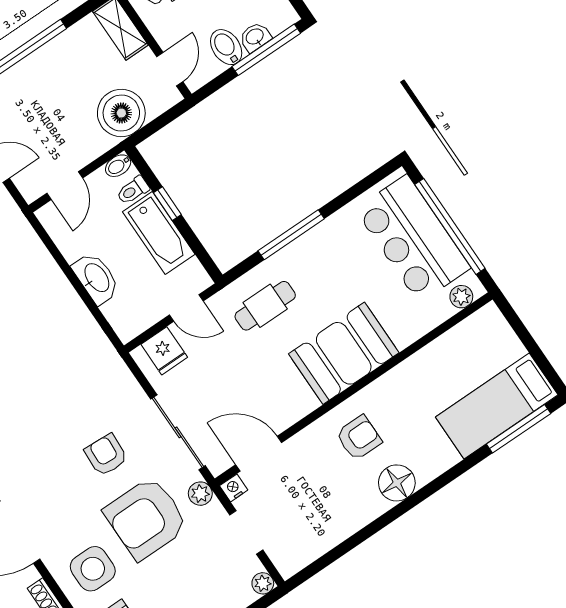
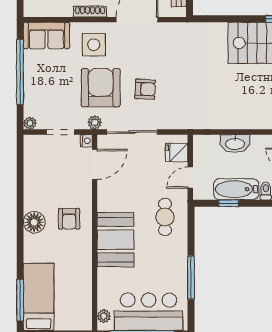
window: (167, 204) -> (229, 203), moved
window: (291, 235) -> (191, 278), moved

